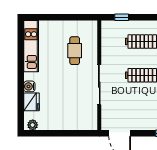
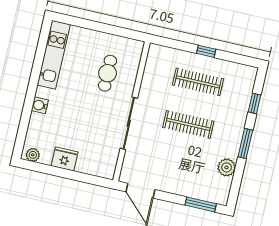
window: (122, 17) -> (206, 51), moved
fridge: (31, 102) -> (65, 159), moved, turned -90

